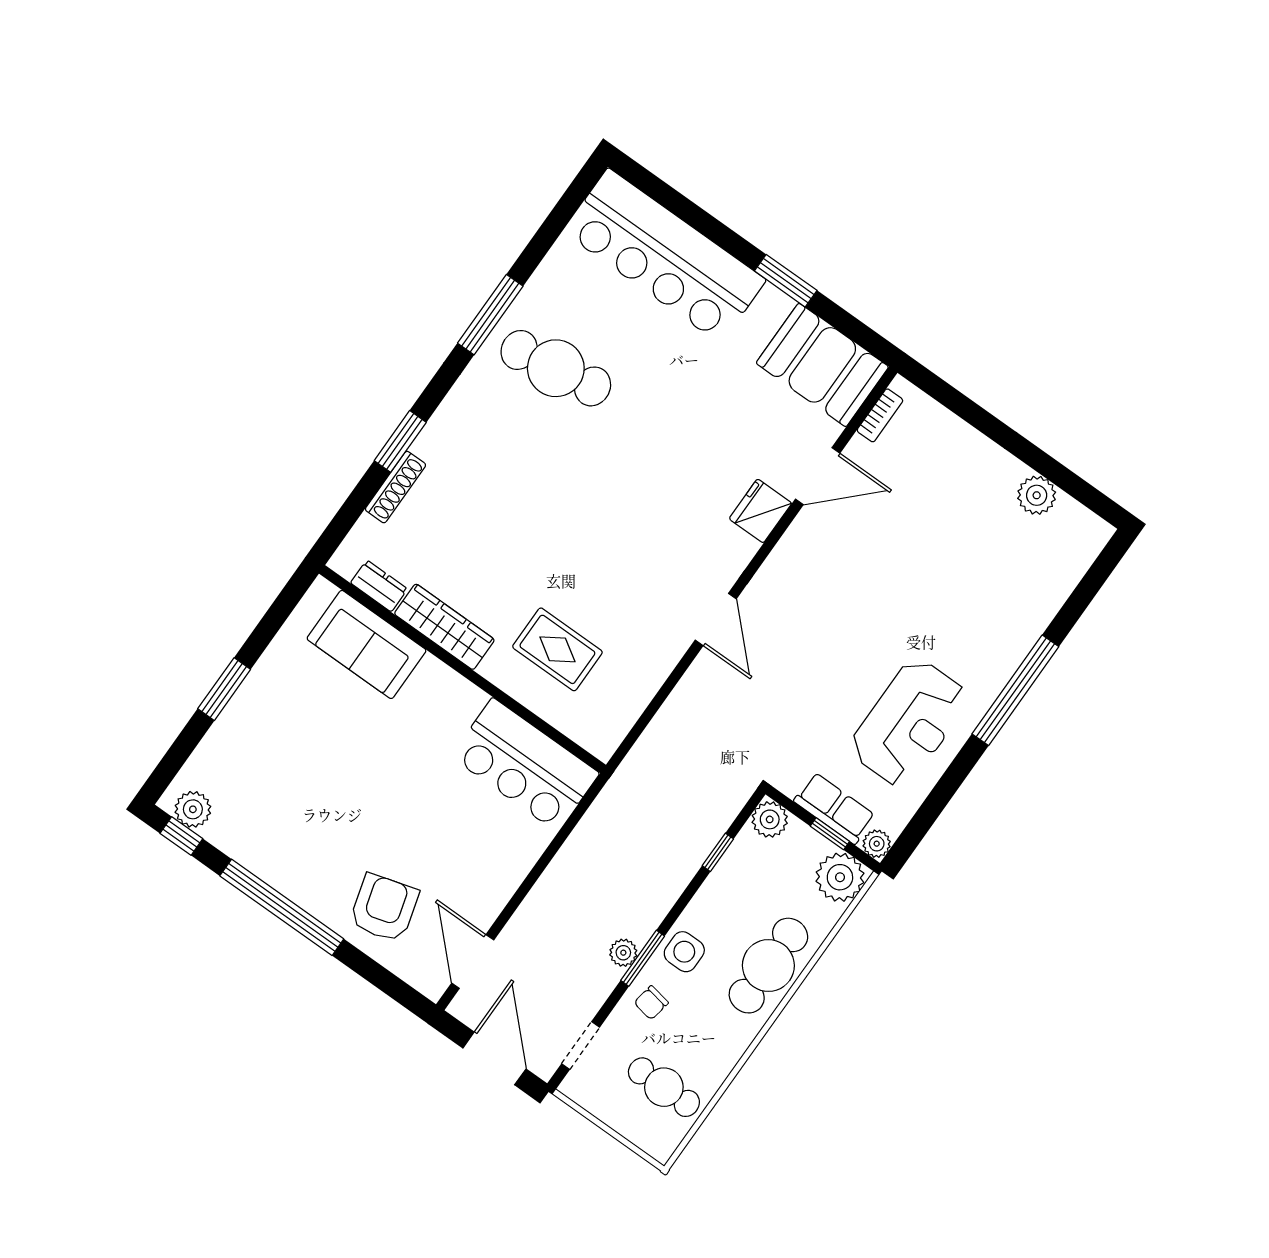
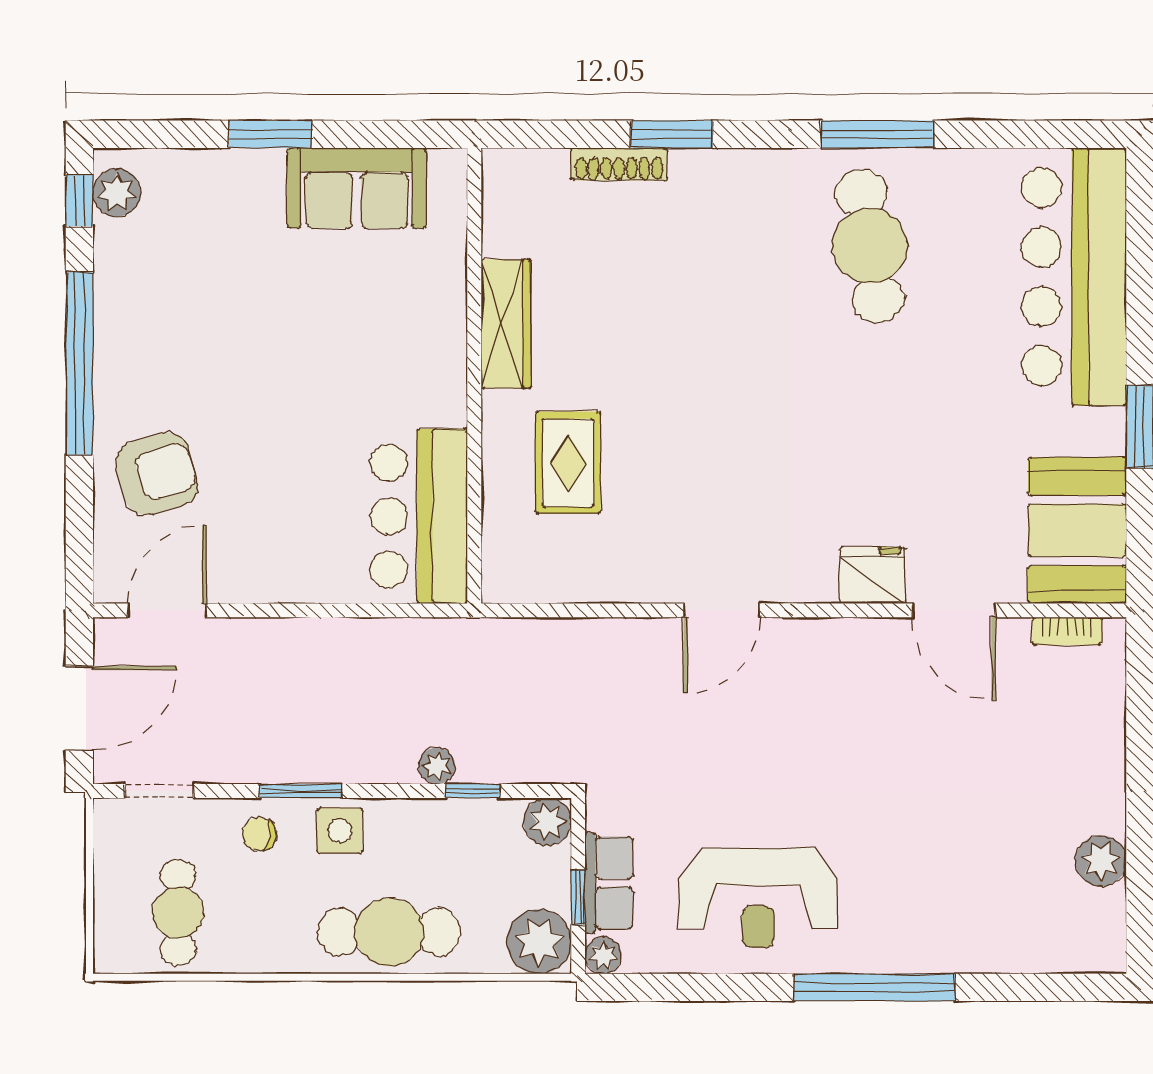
dresser: (379, 586) -> (500, 222), removed
sofa: (367, 644) -> (357, 188), moved, turned -90
plant: (623, 953) -> (437, 766), moved

